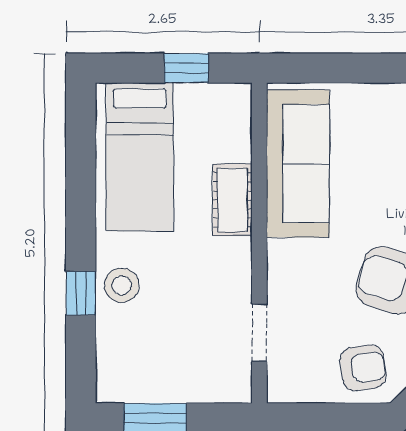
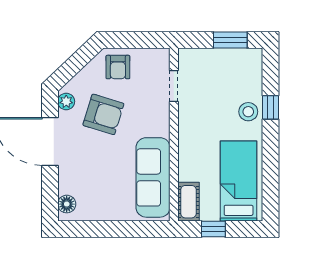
cot: (232, 200) -> (188, 202), moved
armchair: (363, 368) -> (118, 67), turned -82

